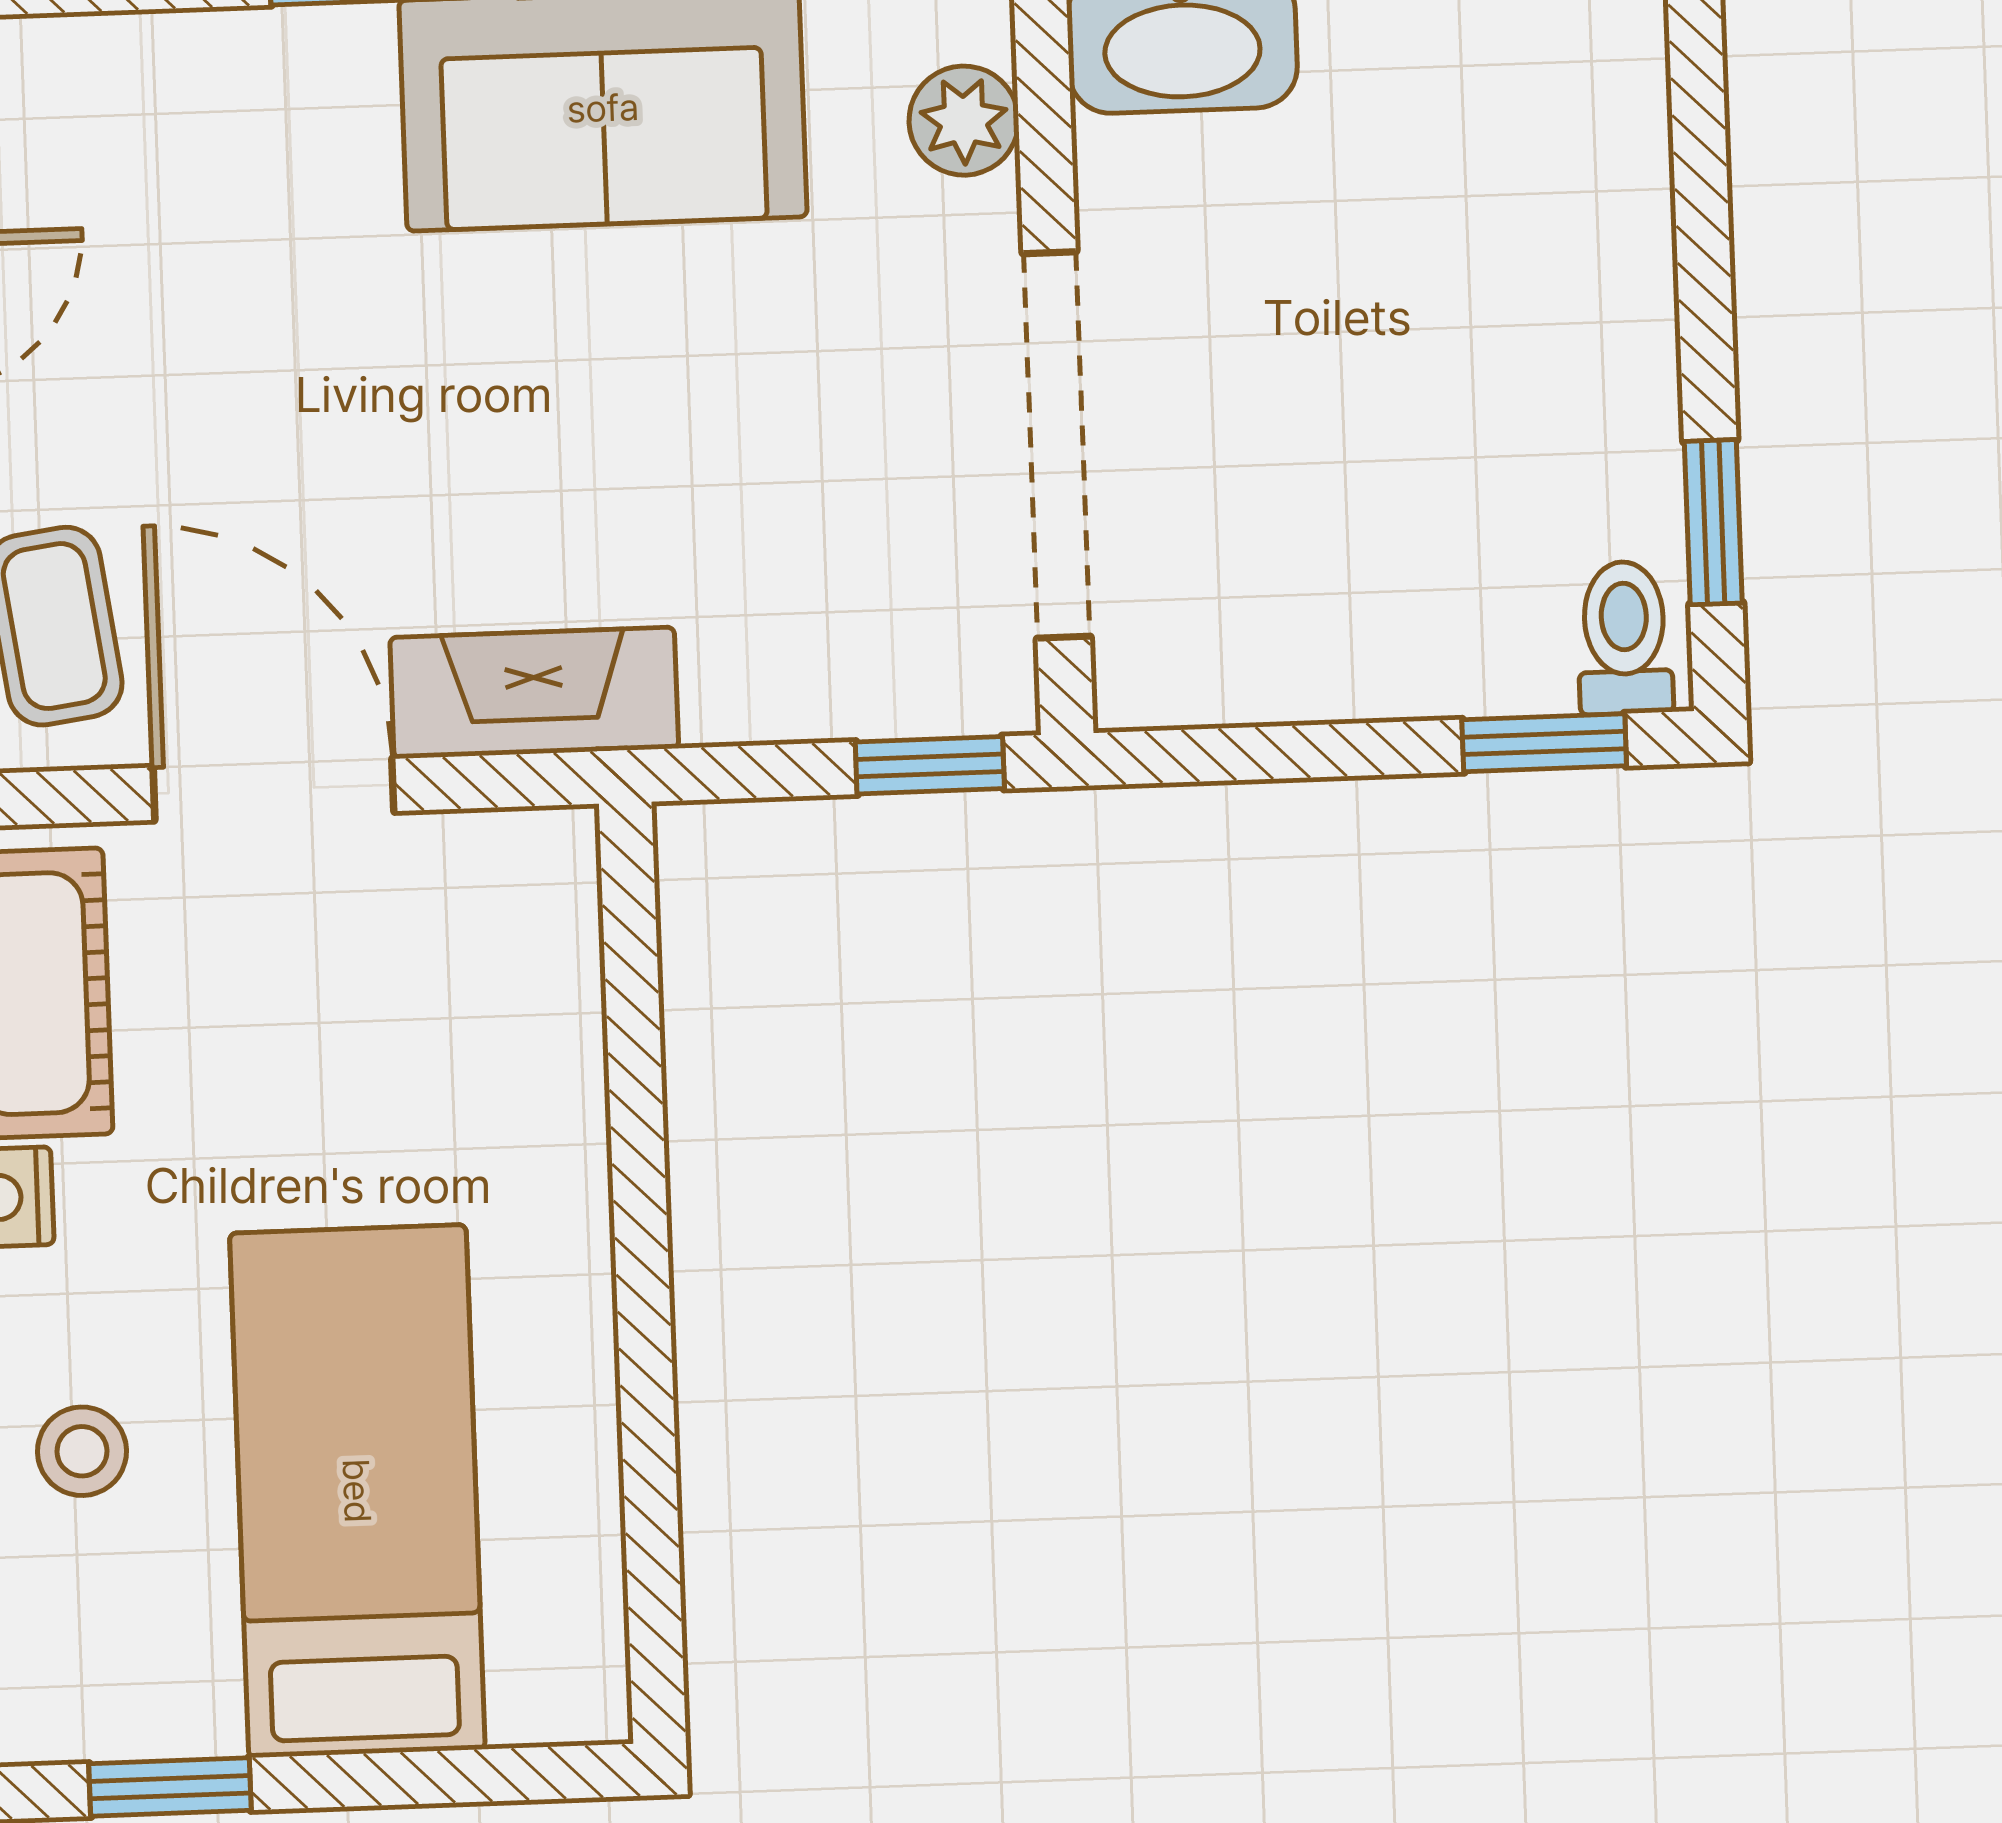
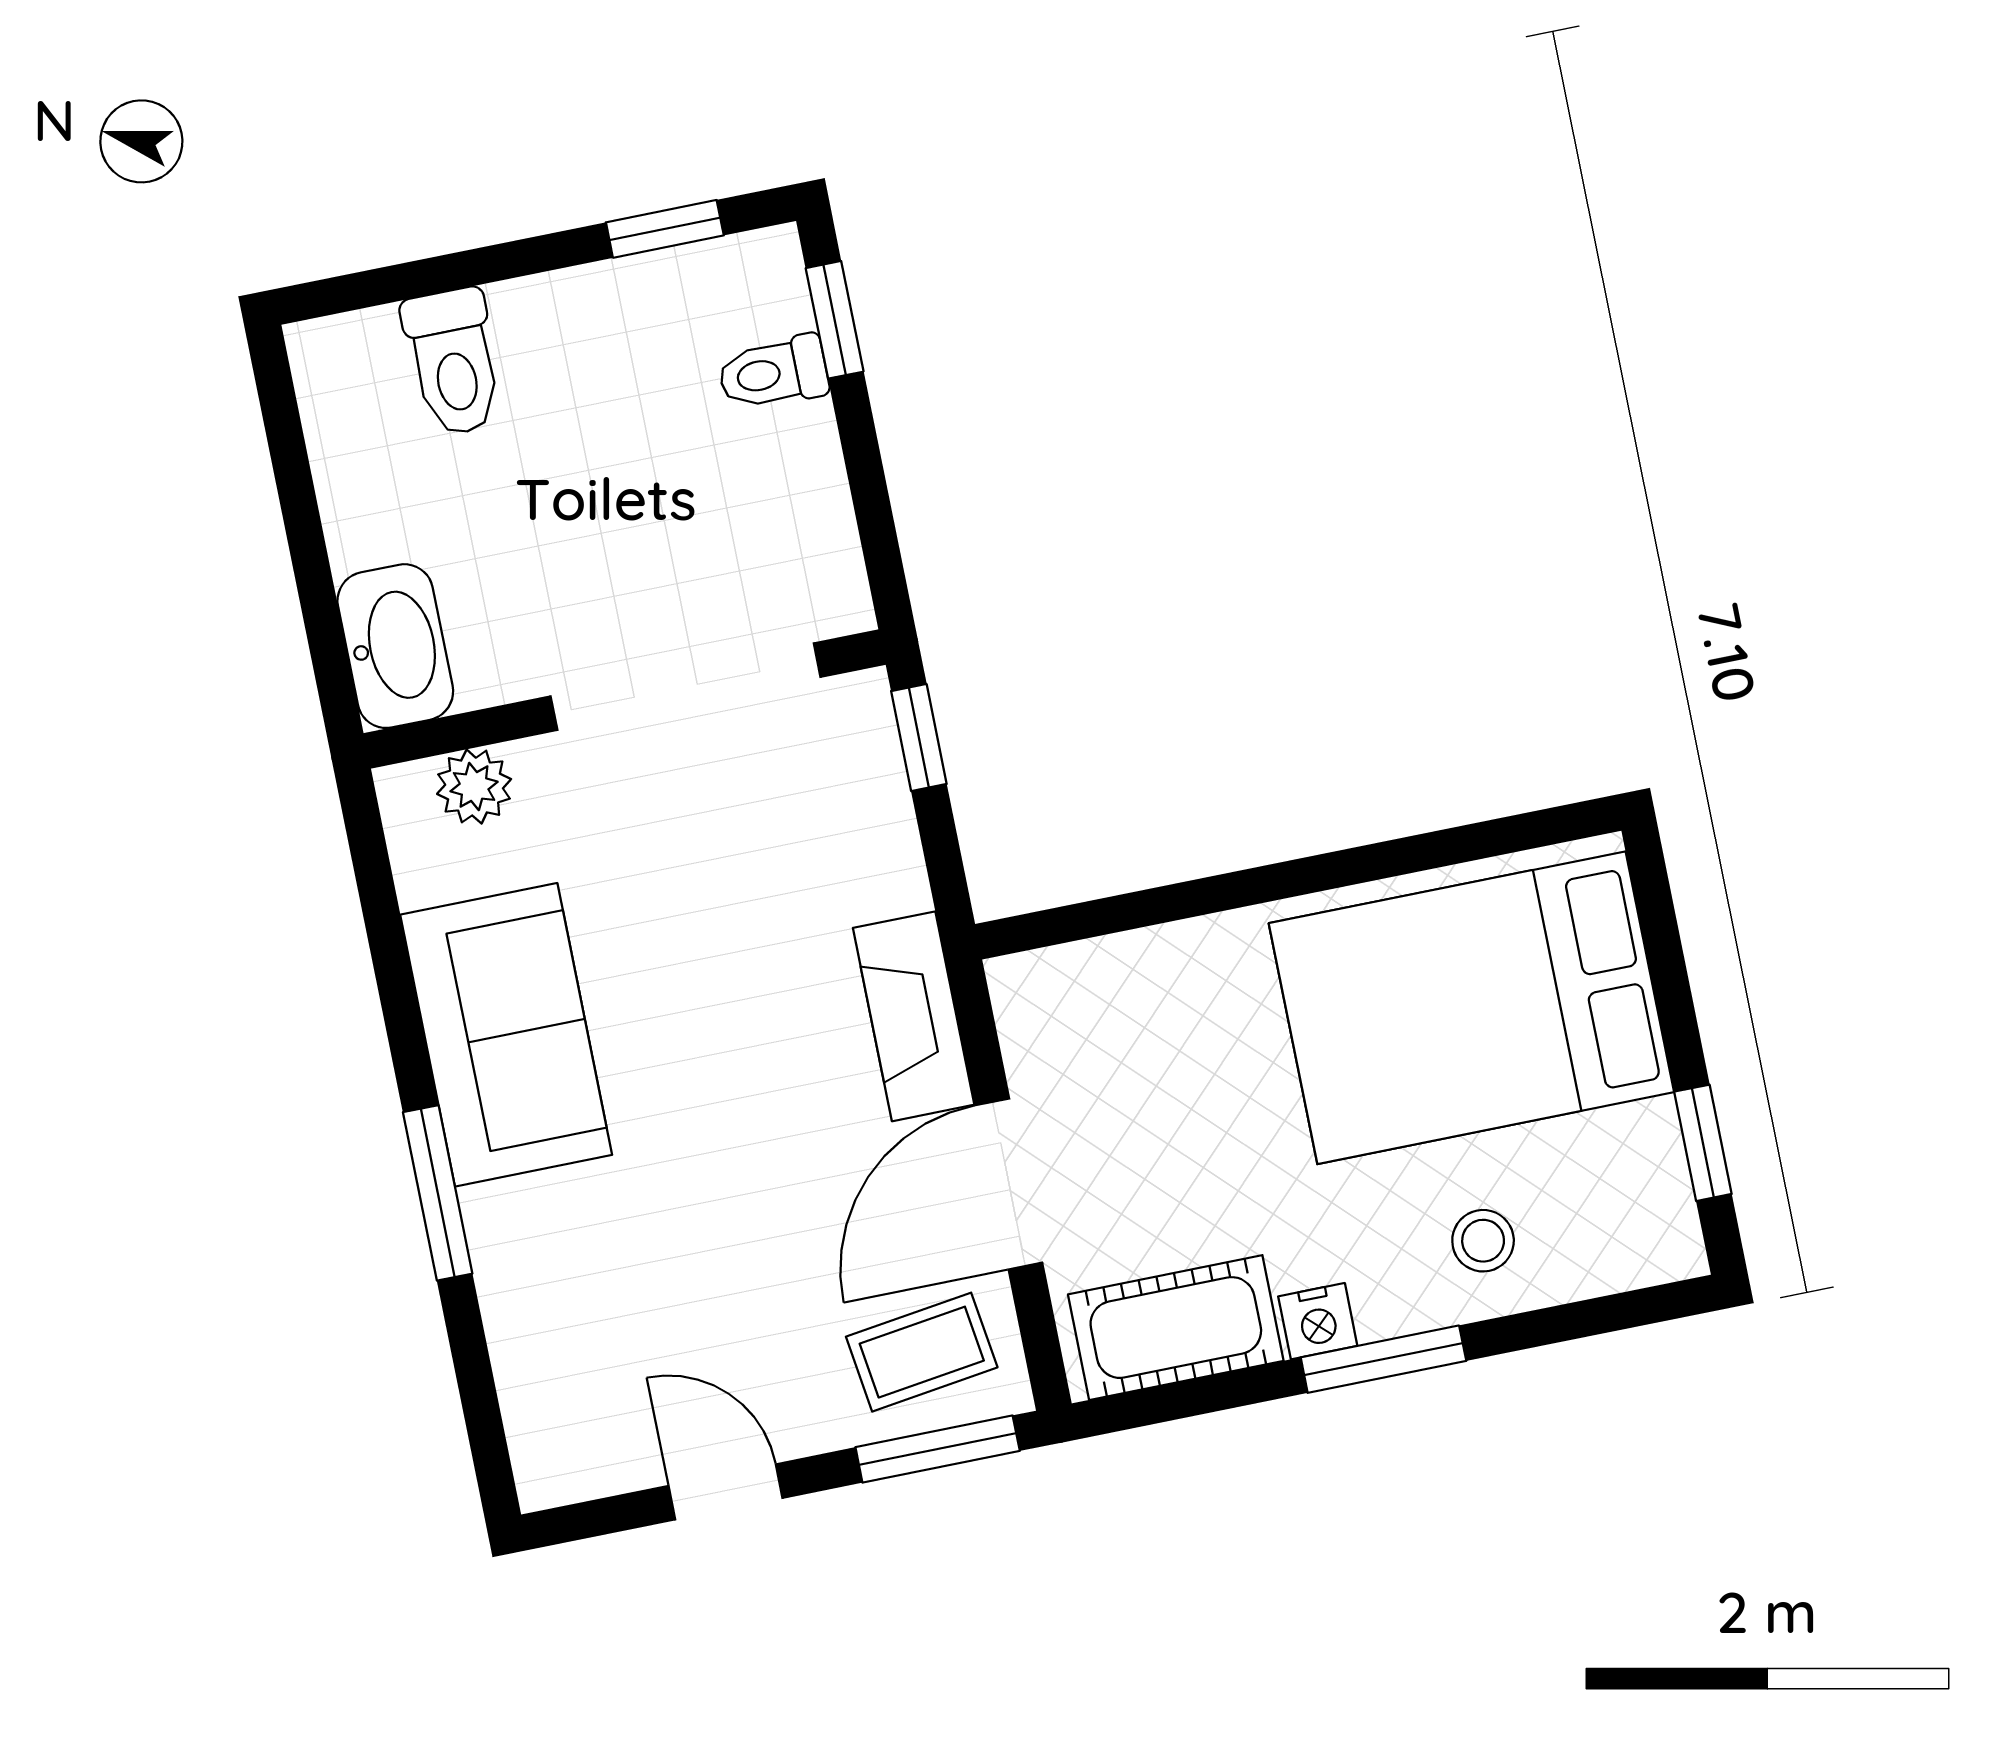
toilet: (1573, 190) -> (453, 362), added
toilet: (1625, 638) -> (773, 373), moved
bed: (357, 1491) -> (1471, 1008), width x1.50

